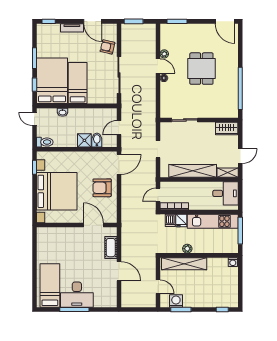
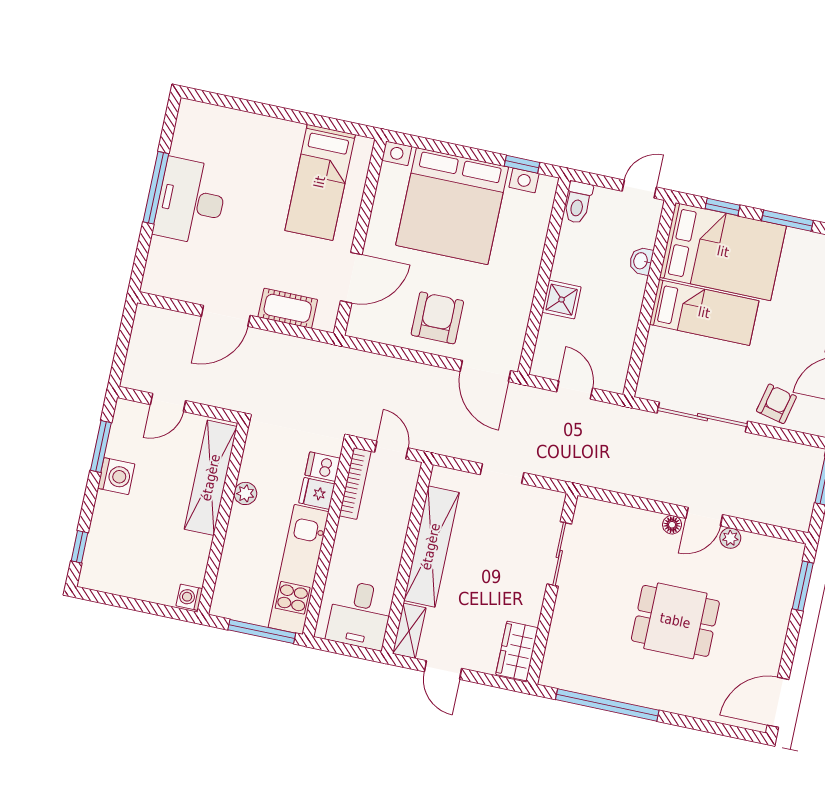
bidet: (97, 140) -> (556, 330), removed
bed: (50, 285) -> (320, 182), moved, turned 90
washing machine: (176, 301) -> (116, 476), moved

